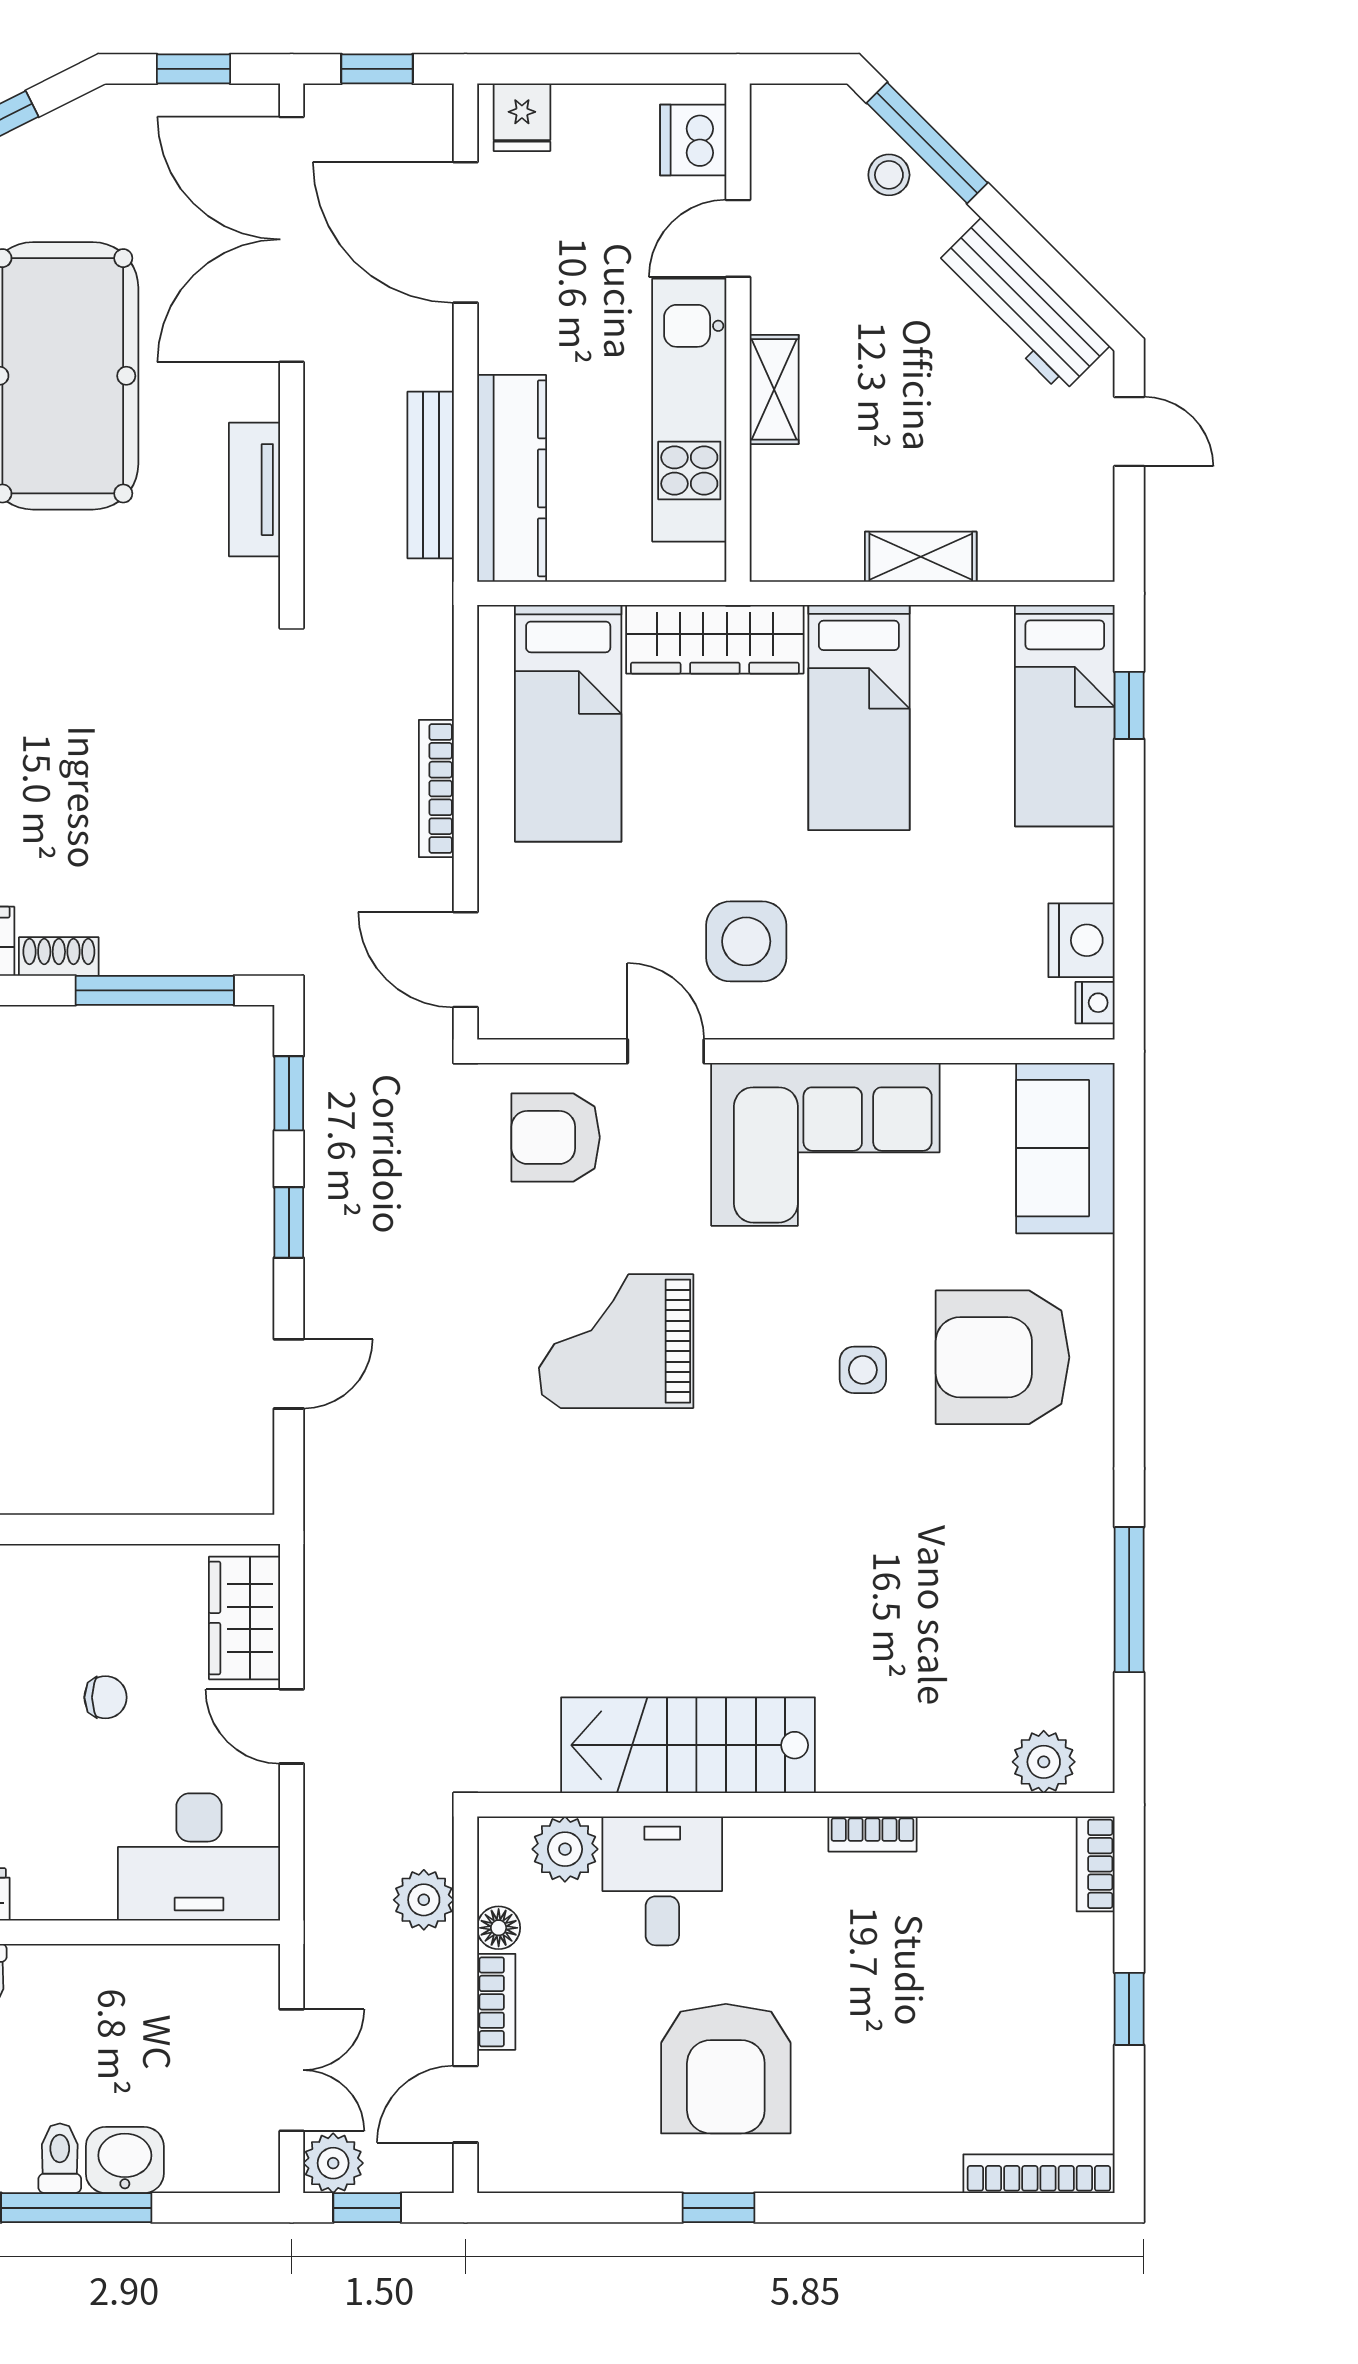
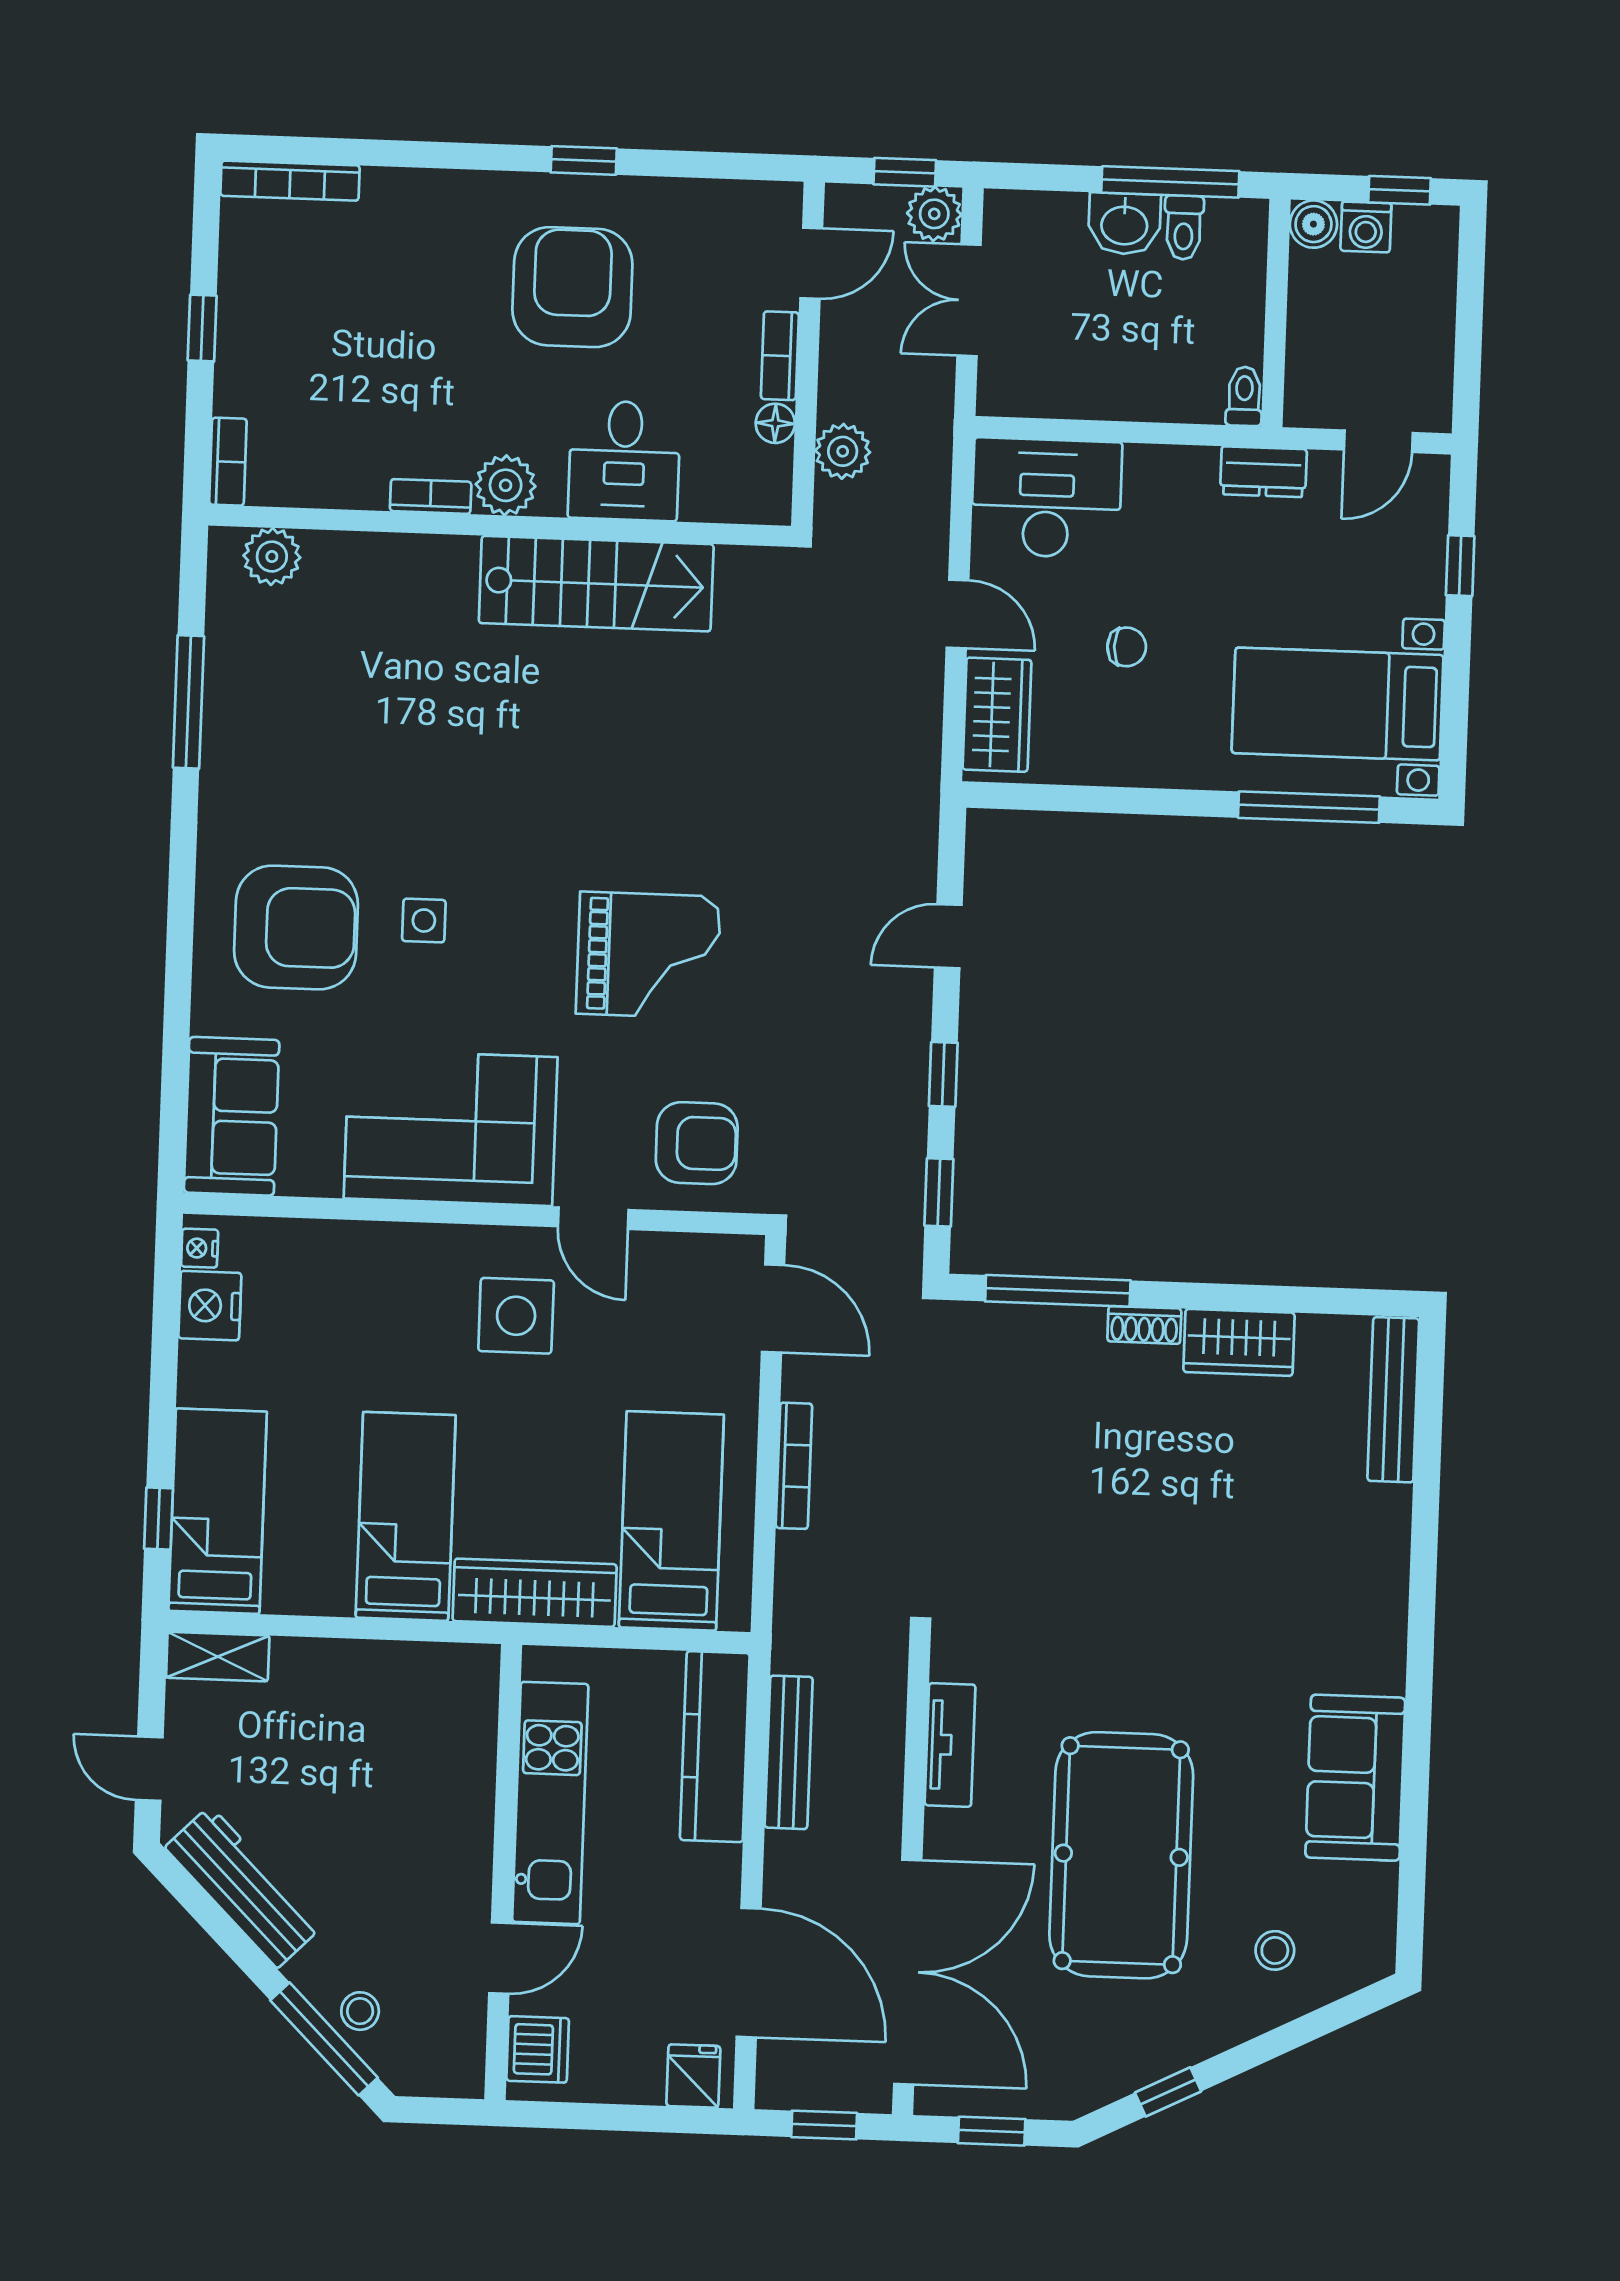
shelving: (774, 389) -> (472, 1819), removed
shelving: (921, 557) -> (218, 1657), moved
chair: (105, 1697) -> (1127, 647), turned 180
plant: (565, 1849) -> (506, 485), moved

